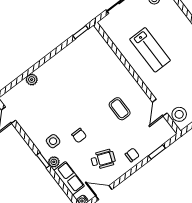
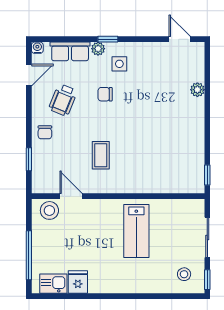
lab bench: (150, 50) -> (136, 231), turned -90
coffee table: (120, 109) -> (101, 155), turned 90

